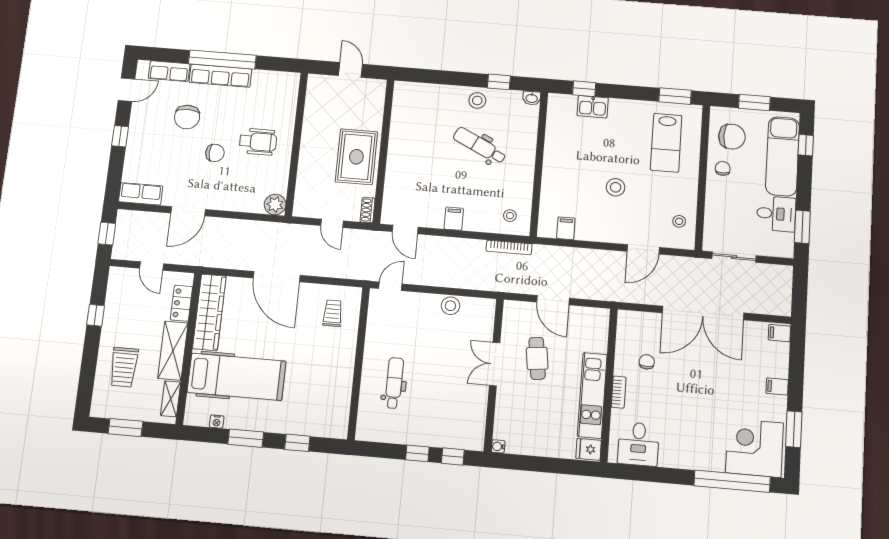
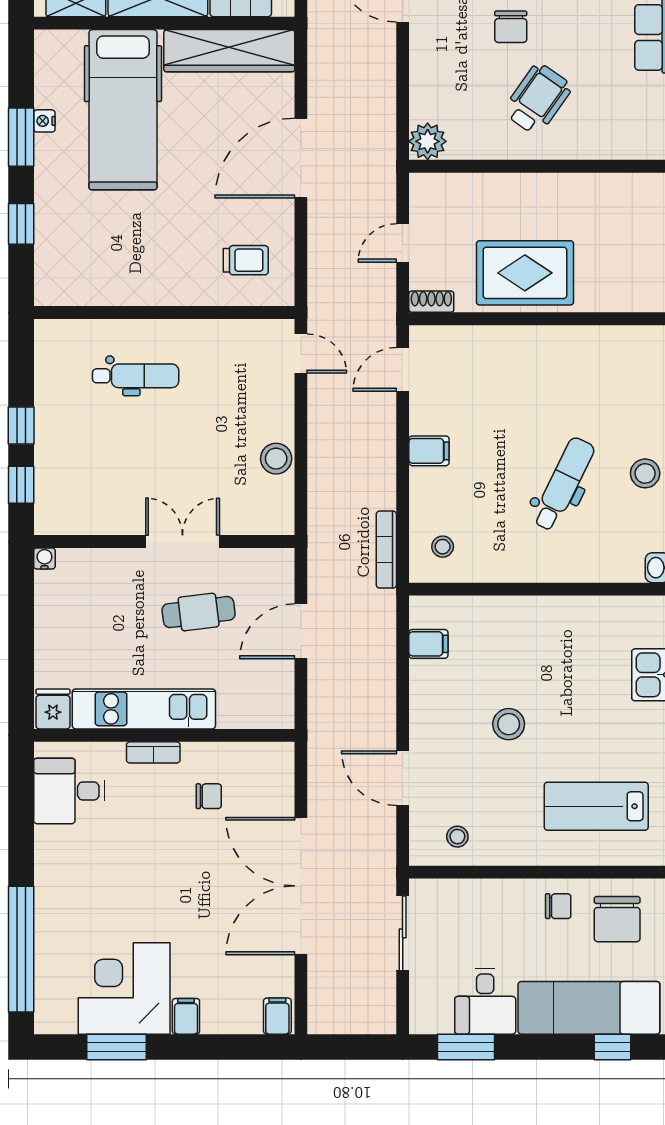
wheelchair: (258, 142) -> (538, 99), turned -145
nightstand: (217, 422) -> (44, 121), moved
corner desk: (754, 448) -> (124, 988), moved, turned -90

